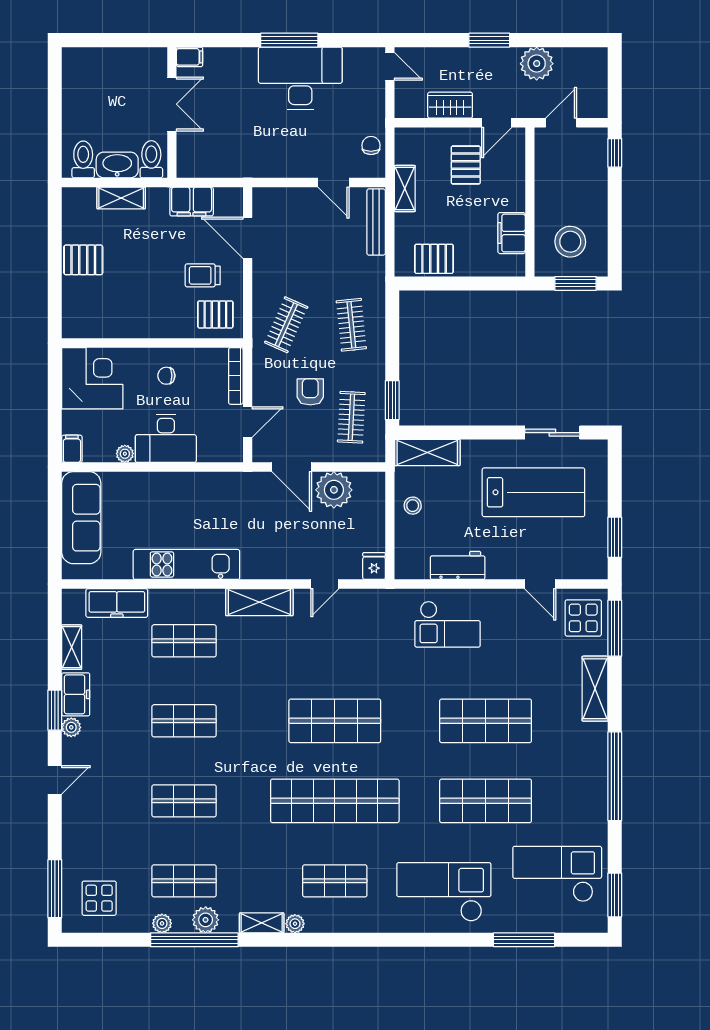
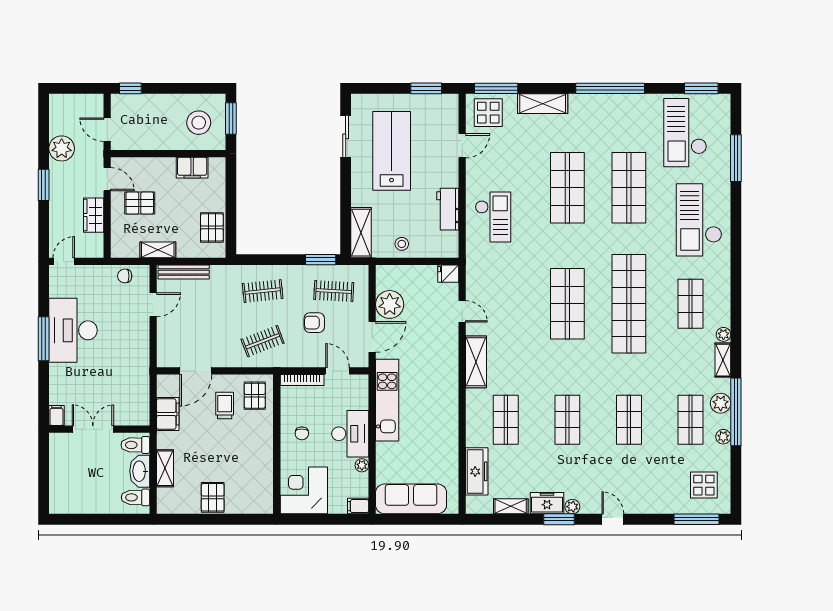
trolley: (203, 275) -> (225, 405), turned 180
clothes rail: (286, 325) -> (263, 341), turned -45
kitchen unit: (186, 564) -> (387, 400), moved, turned 180

